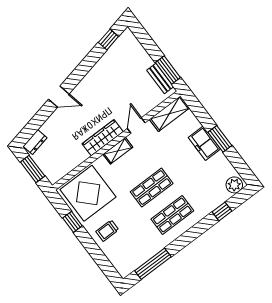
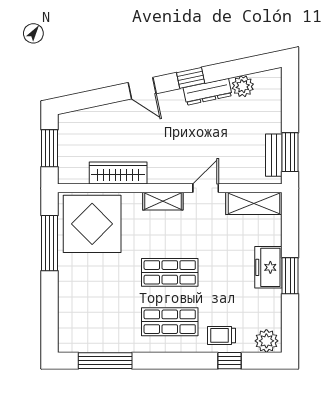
window: (108, 39) -> (191, 78), moved
plant: (114, 53) -> (243, 86), added
wardrobe: (103, 138) -> (118, 173), moved
dresser: (35, 142) -> (208, 92), moved, width x1.44
window: (72, 222) -> (49, 243), width x2.17
trolley: (107, 231) -> (221, 335), moved

